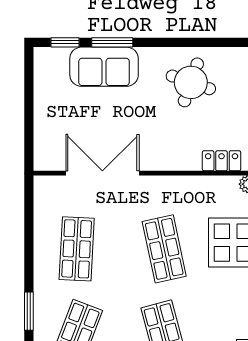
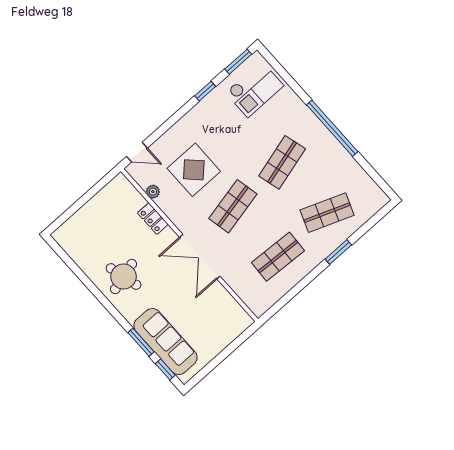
sofa: (104, 67) -> (165, 342), width x1.36
round table: (191, 82) -> (124, 277), turned -34
double door: (102, 173) -> (200, 257), moved

